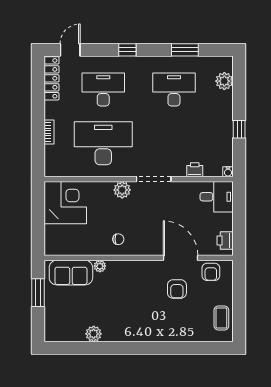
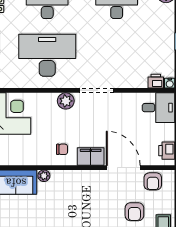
printer: (195, 170) -> (156, 81), moved
filing cabinet: (148, 247) -> (91, 157), added
armchair: (177, 289) -> (134, 212), moved

